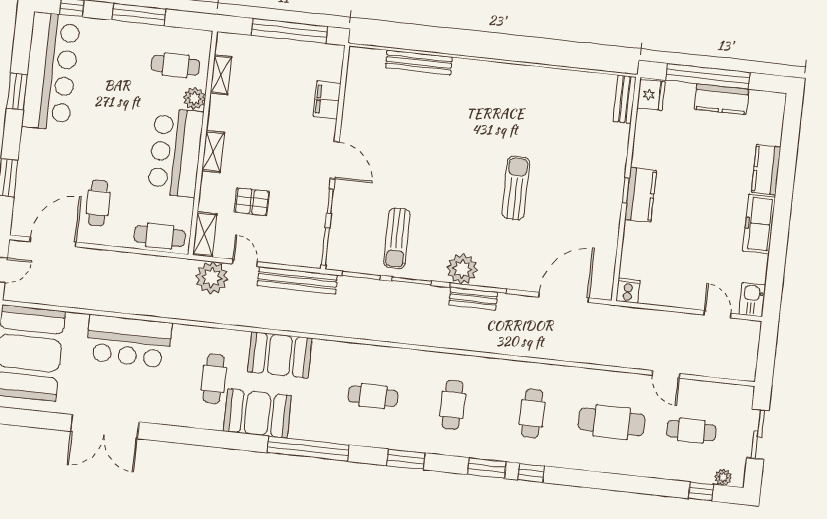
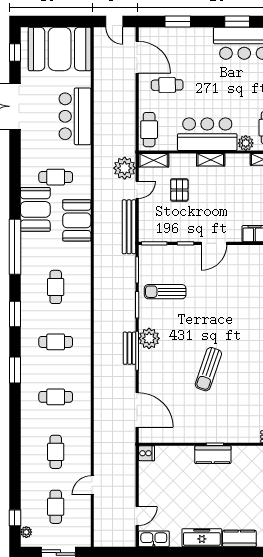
sun lounger: (516, 188) -> (208, 369), turned 109
kitchen sink: (752, 300) -> (154, 539), width x1.38
cafe table: (612, 422) -> (56, 452), width x0.73, depth x0.74
window: (531, 473) -> (15, 53), moved

